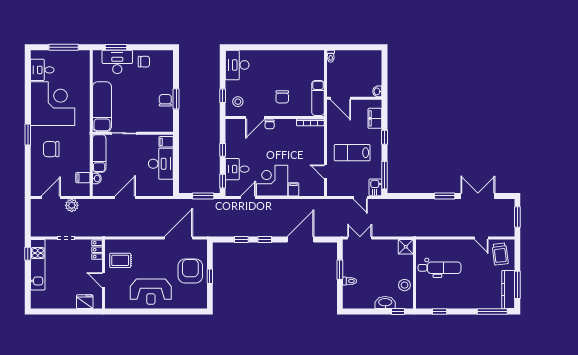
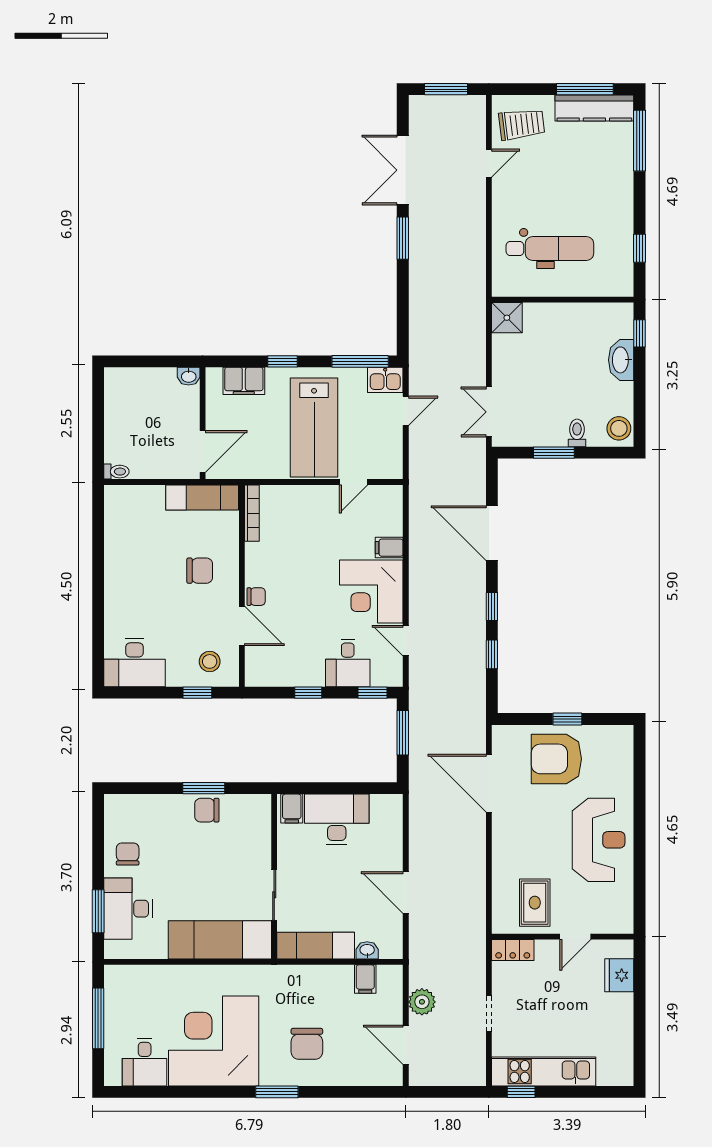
lab bench: (352, 153) -> (314, 427), width x1.36, depth x1.39
dental chair: (440, 268) -> (550, 249), turned 90
stool: (404, 285) -> (619, 428), moved

